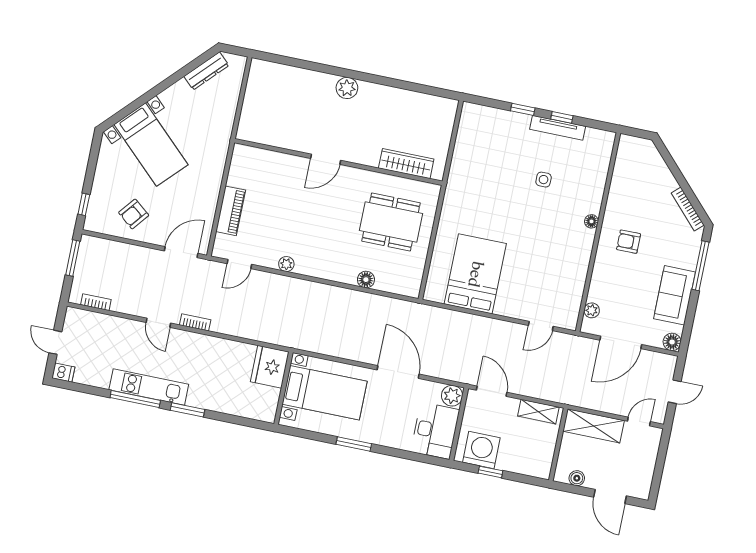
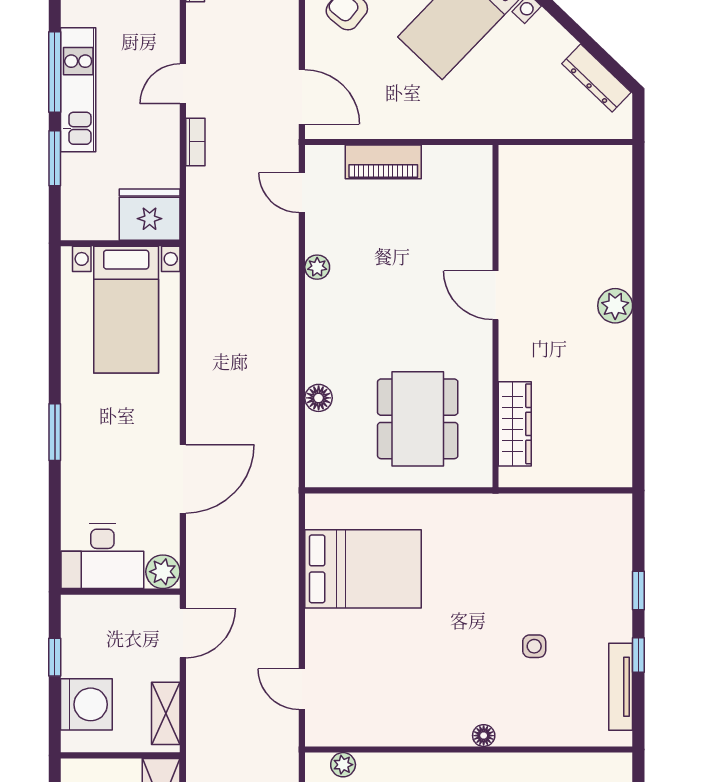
tv unit: (558, 128) -> (621, 687), moved
fridge: (270, 367) -> (150, 215), moved
wall: (283, 388) -> (120, 243), moved
bed with nightstands: (325, 393) -> (126, 310), moved
washing machine: (481, 450) -> (86, 704), moved

